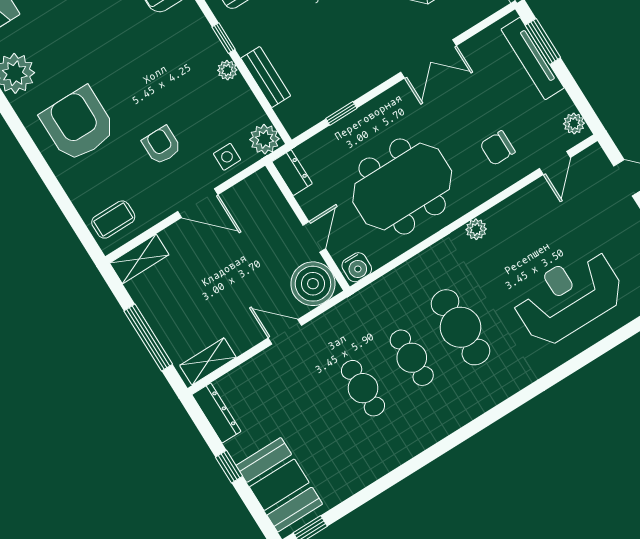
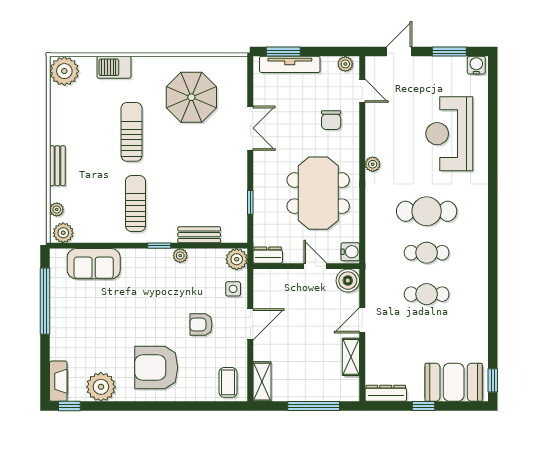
boiler: (313, 284) -> (348, 281), width x0.73, depth x0.73
shelving: (208, 361) -> (351, 357), moved

